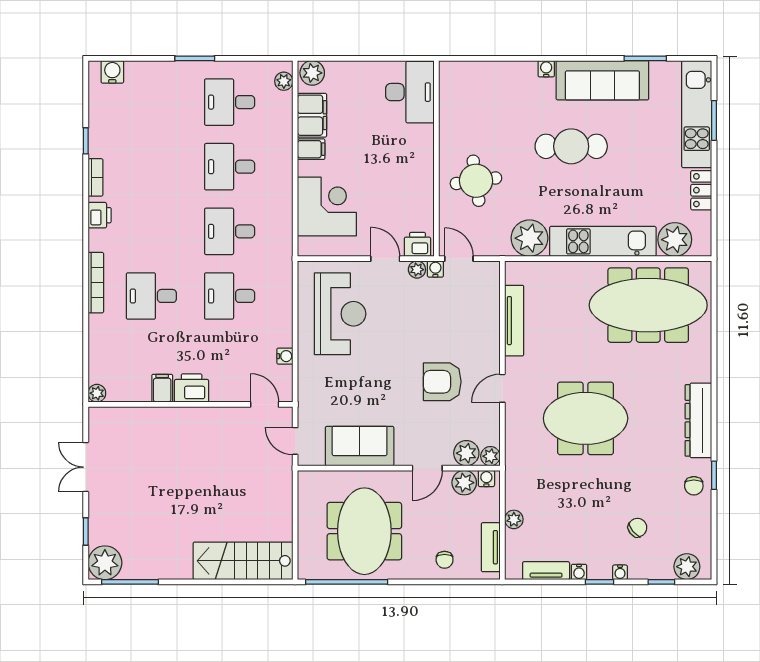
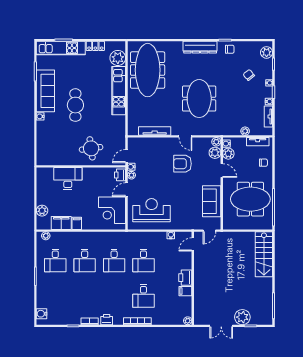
plant: (312, 73) -> (42, 211), moved
desk: (410, 92) -> (68, 178), moved
corner desk: (327, 207) -> (112, 210), moved, turned -90
plant: (530, 238) -> (117, 124), removed
armchair: (442, 382) -> (182, 164), turned 90
plant: (105, 563) -> (242, 317), moved

